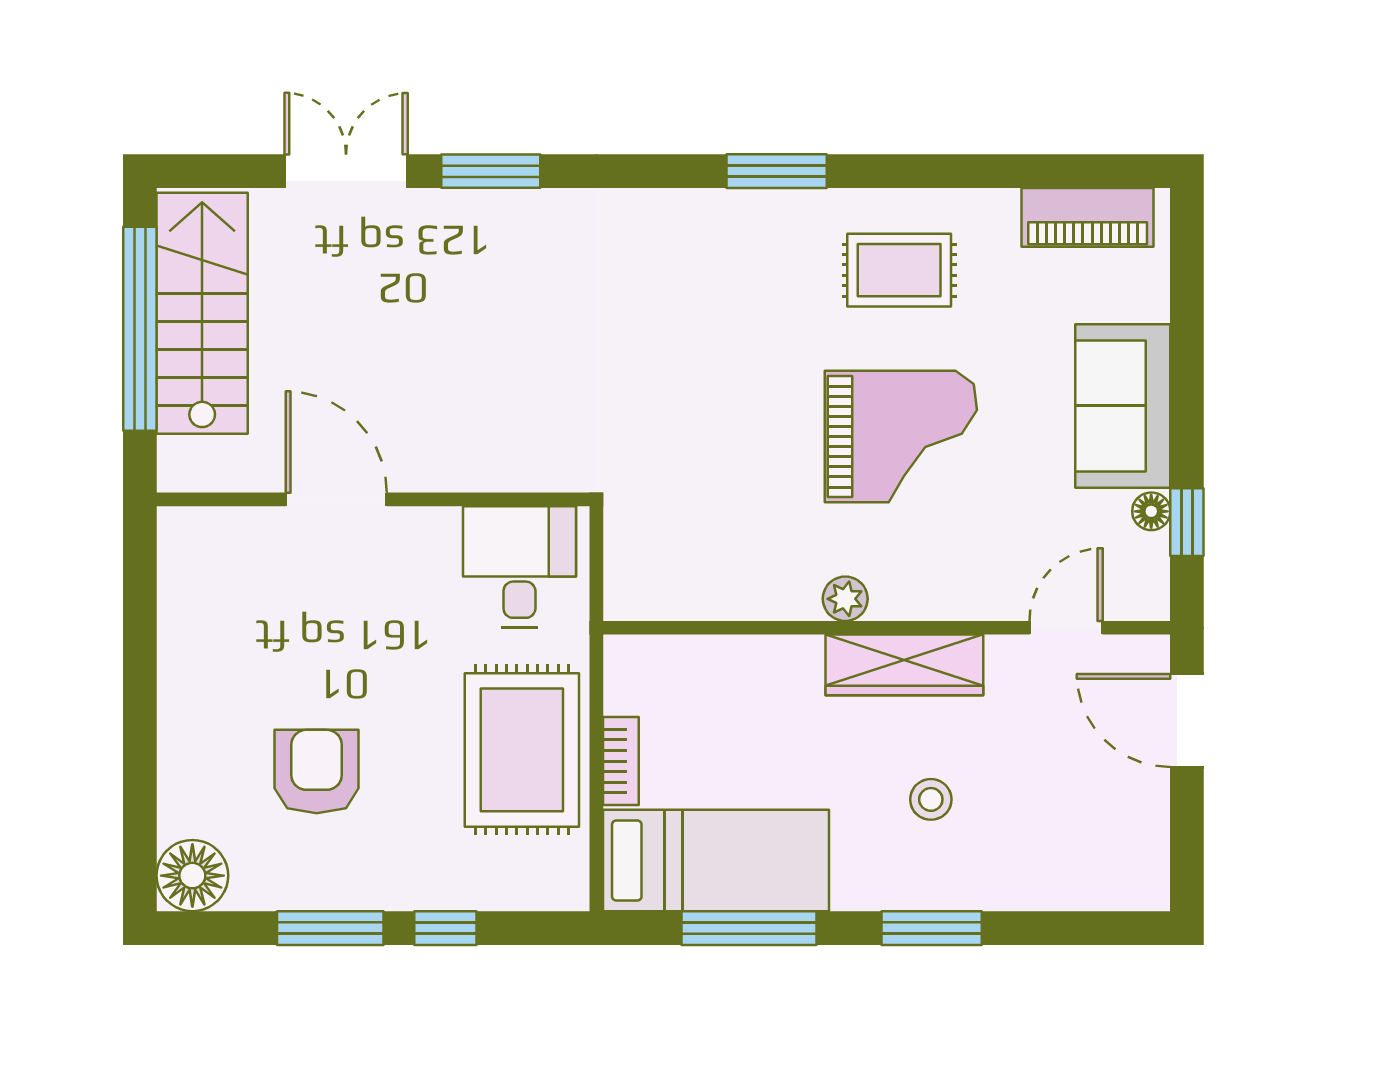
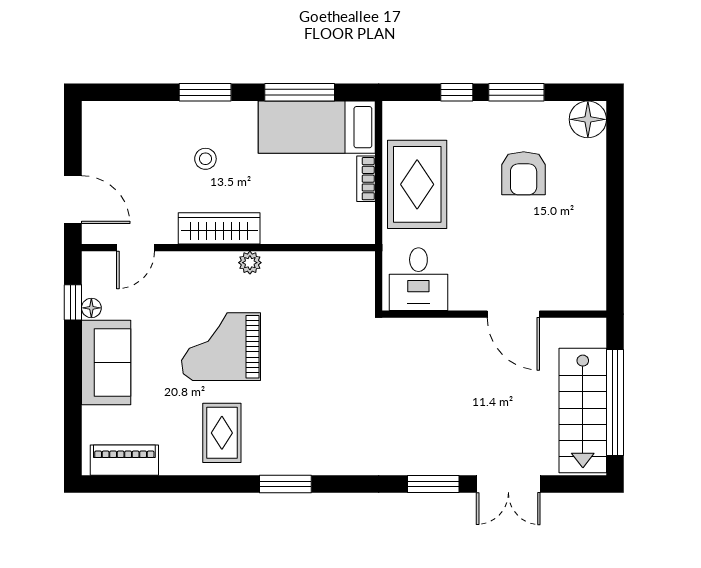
rug: (899, 270) -> (222, 433), turned 90

